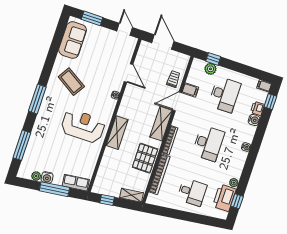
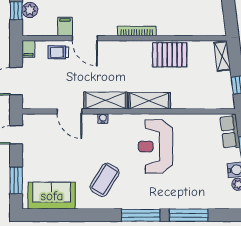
filing cabinet: (183, 59) -> (28, 49), added
door: (129, 73) -> (70, 111), swing flipped
shelving: (161, 124) -> (106, 101), moved
window: (22, 145) -> (189, 215), moved
bookcase: (159, 174) -> (184, 30), removed

